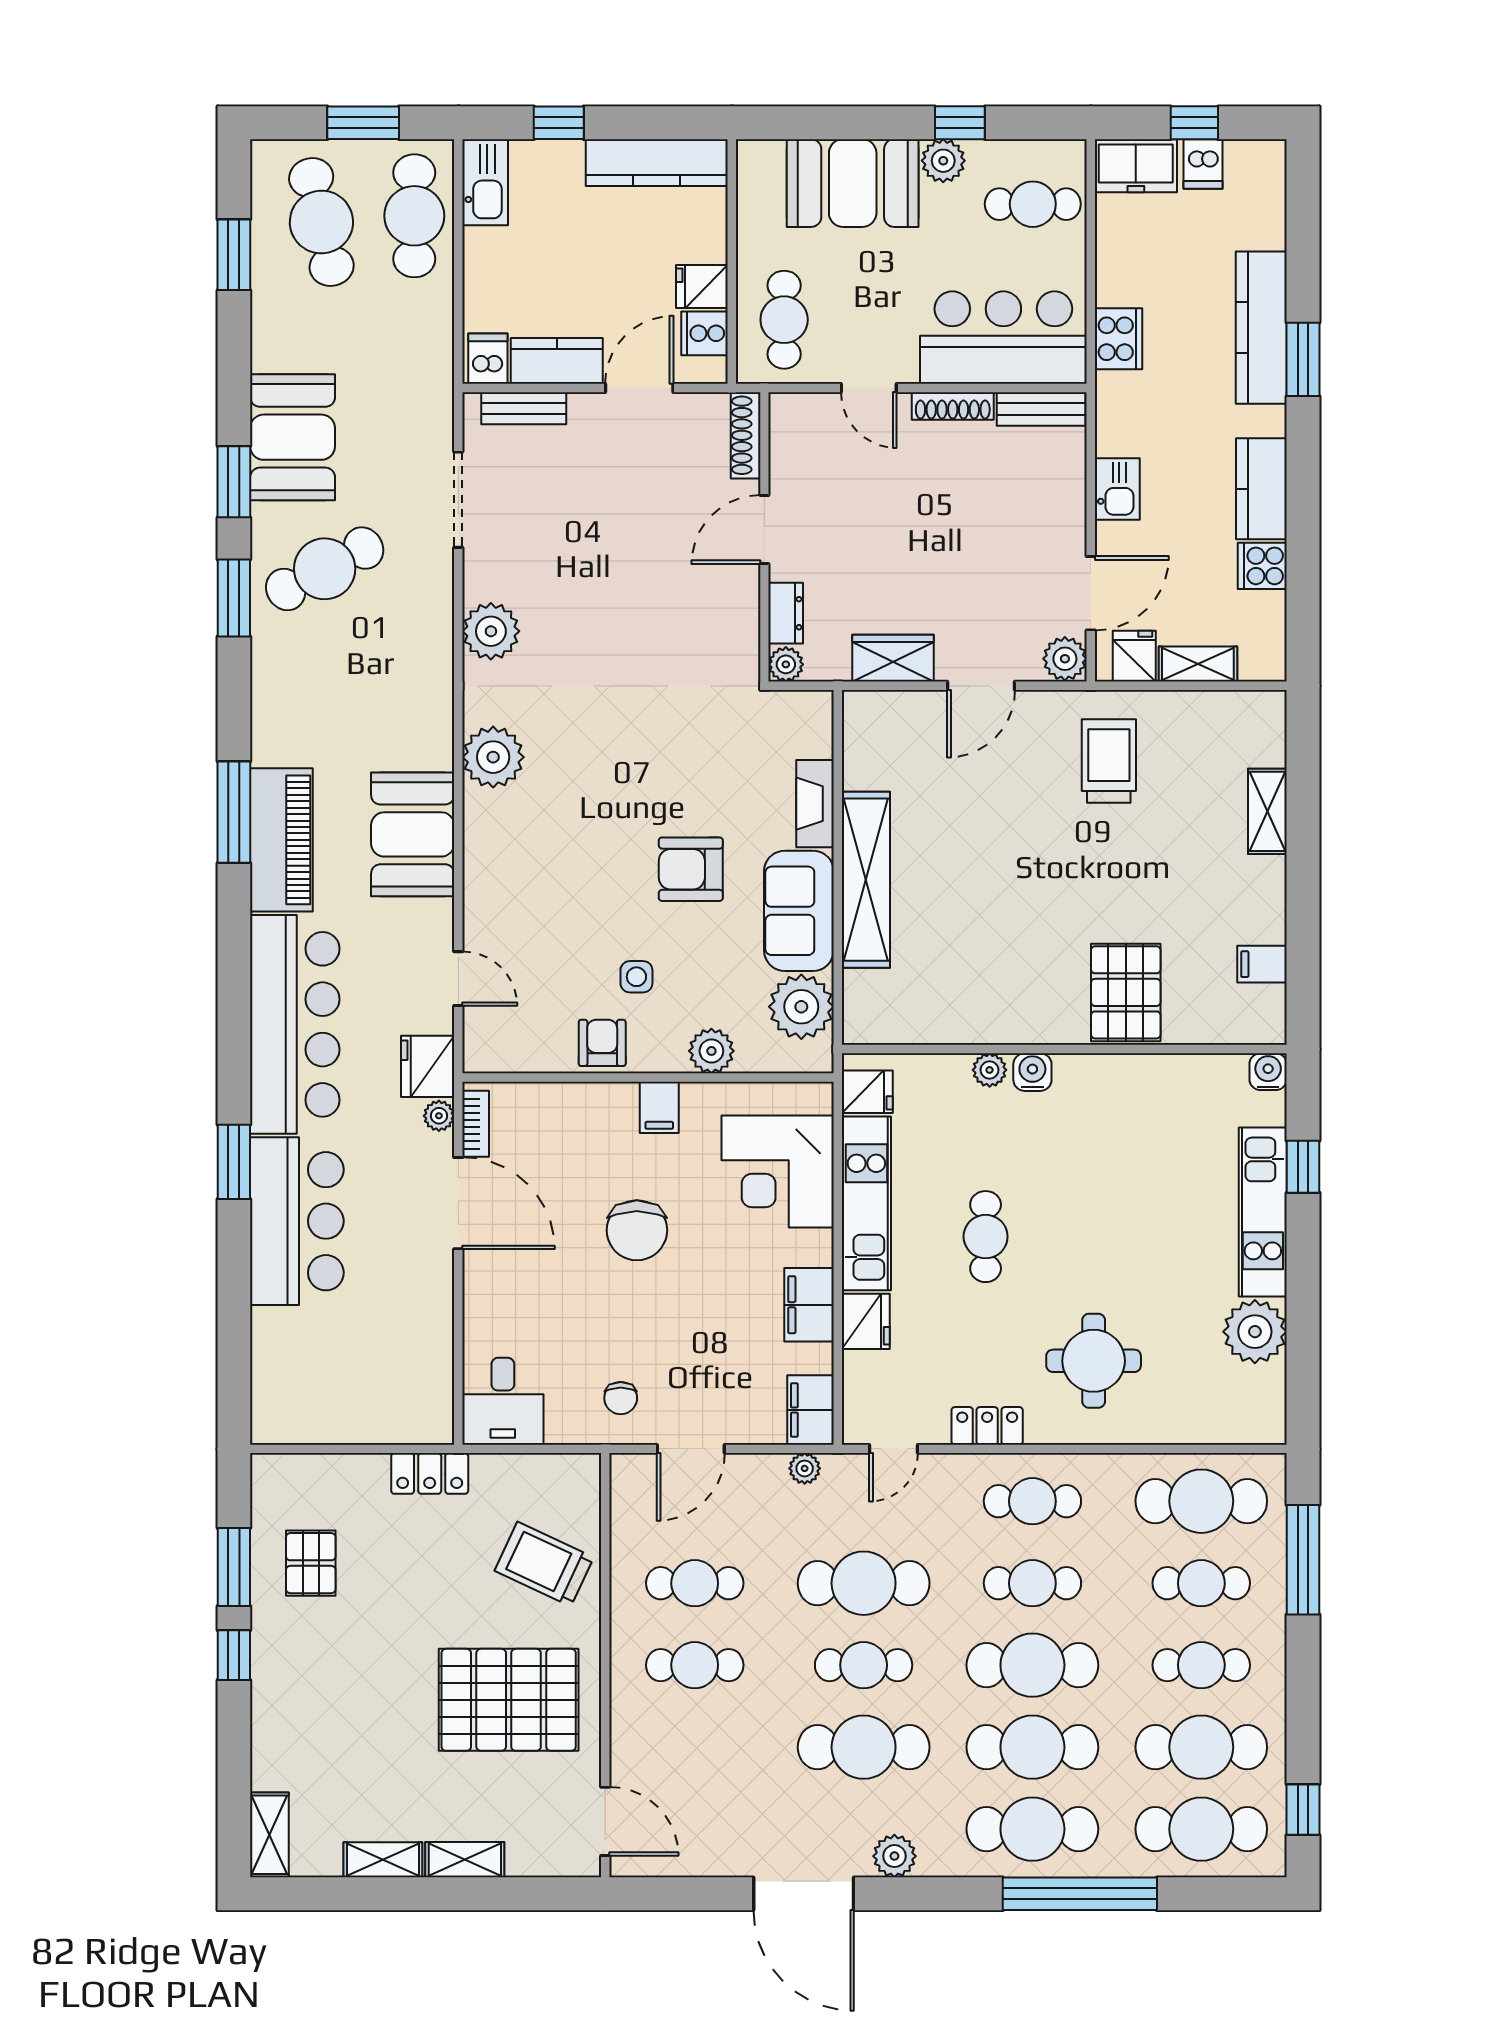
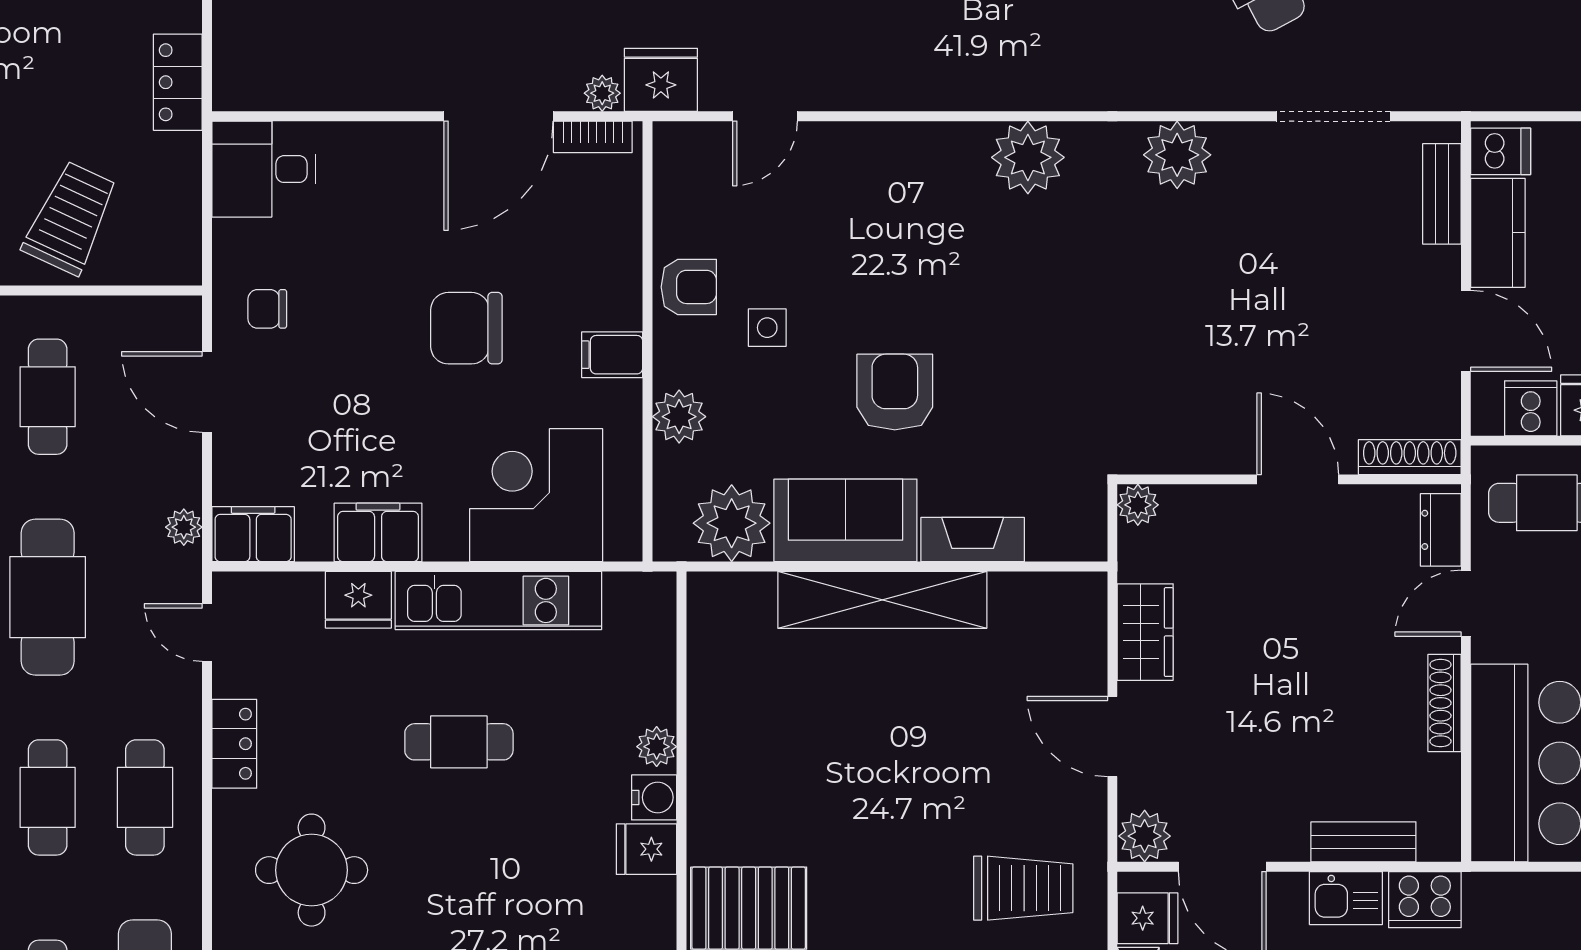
cooker: (1119, 339) -> (1425, 900), moved
bench: (1041, 409) -> (1363, 842), moved, turned 90
dresser: (786, 613) -> (1441, 530), moved, turned 90
booth: (413, 834) -> (936, 62), removed
fridge: (867, 1092) -> (646, 849), moved, turned 90

